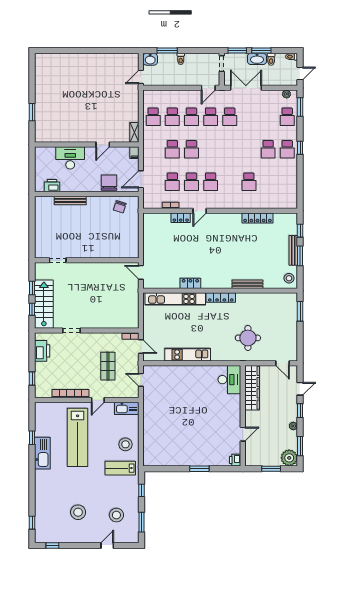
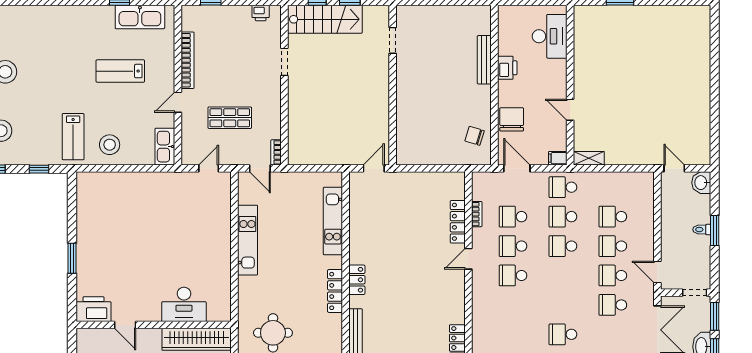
window: (167, 50) -> (715, 230), moved
school desk: (153, 117) -> (563, 187), moved
desk: (70, 158) -> (550, 36), moved
school desk: (249, 182) -> (563, 334), moved
chair: (109, 183) -> (512, 119), turned -90
printer: (52, 186) -> (507, 68), moved
door: (200, 211) -> (468, 259), hinge flipped
locker: (181, 218) -> (458, 222), width x1.53
locker: (190, 283) -> (357, 280), moved
kitchen unit: (175, 299) -> (333, 221), width x0.73
door: (141, 346) -> (260, 168), hinge flipped
printer: (42, 351) -> (261, 13), width x0.53, depth x0.68
desk: (229, 380) -> (184, 304), moved
door: (98, 400) -> (178, 102), hinge flipped
lab bench: (78, 437) -> (120, 71), width x0.54, depth x0.72
kitchen sink: (42, 453) -> (140, 17), moved
printer: (235, 460) -> (93, 309), width x1.87, depth x1.48
lab bench: (120, 468) -> (73, 137), turned 180

